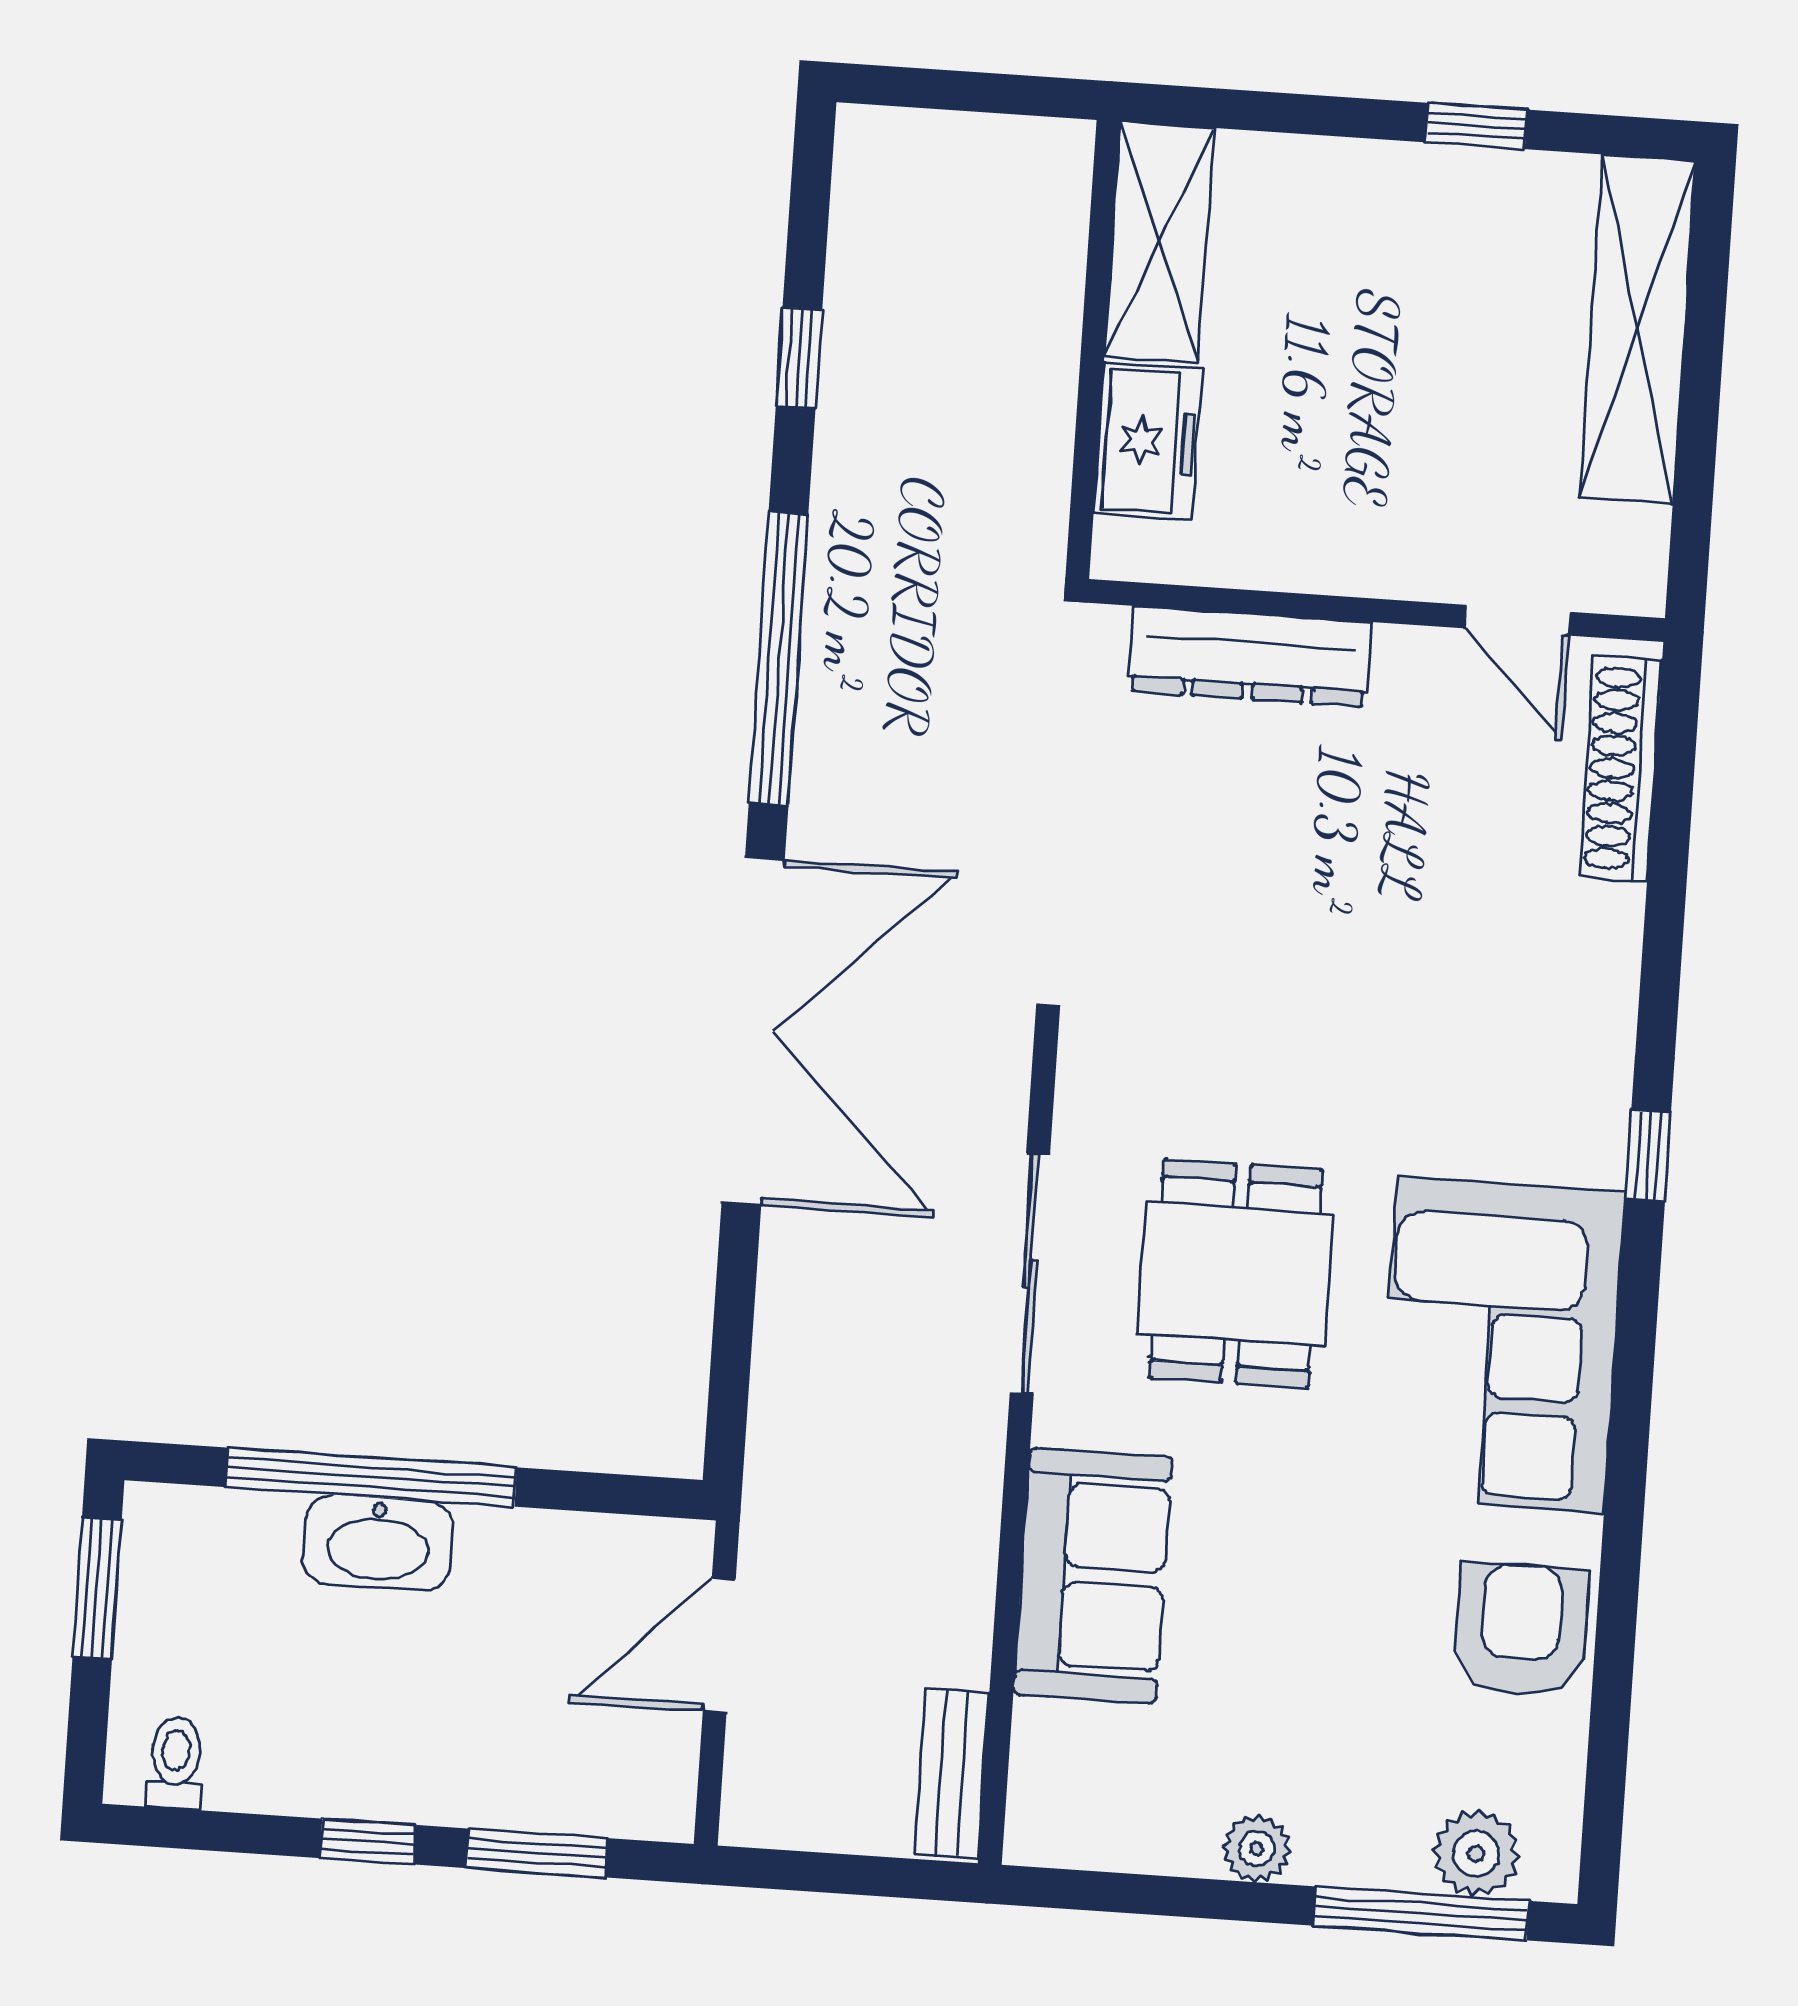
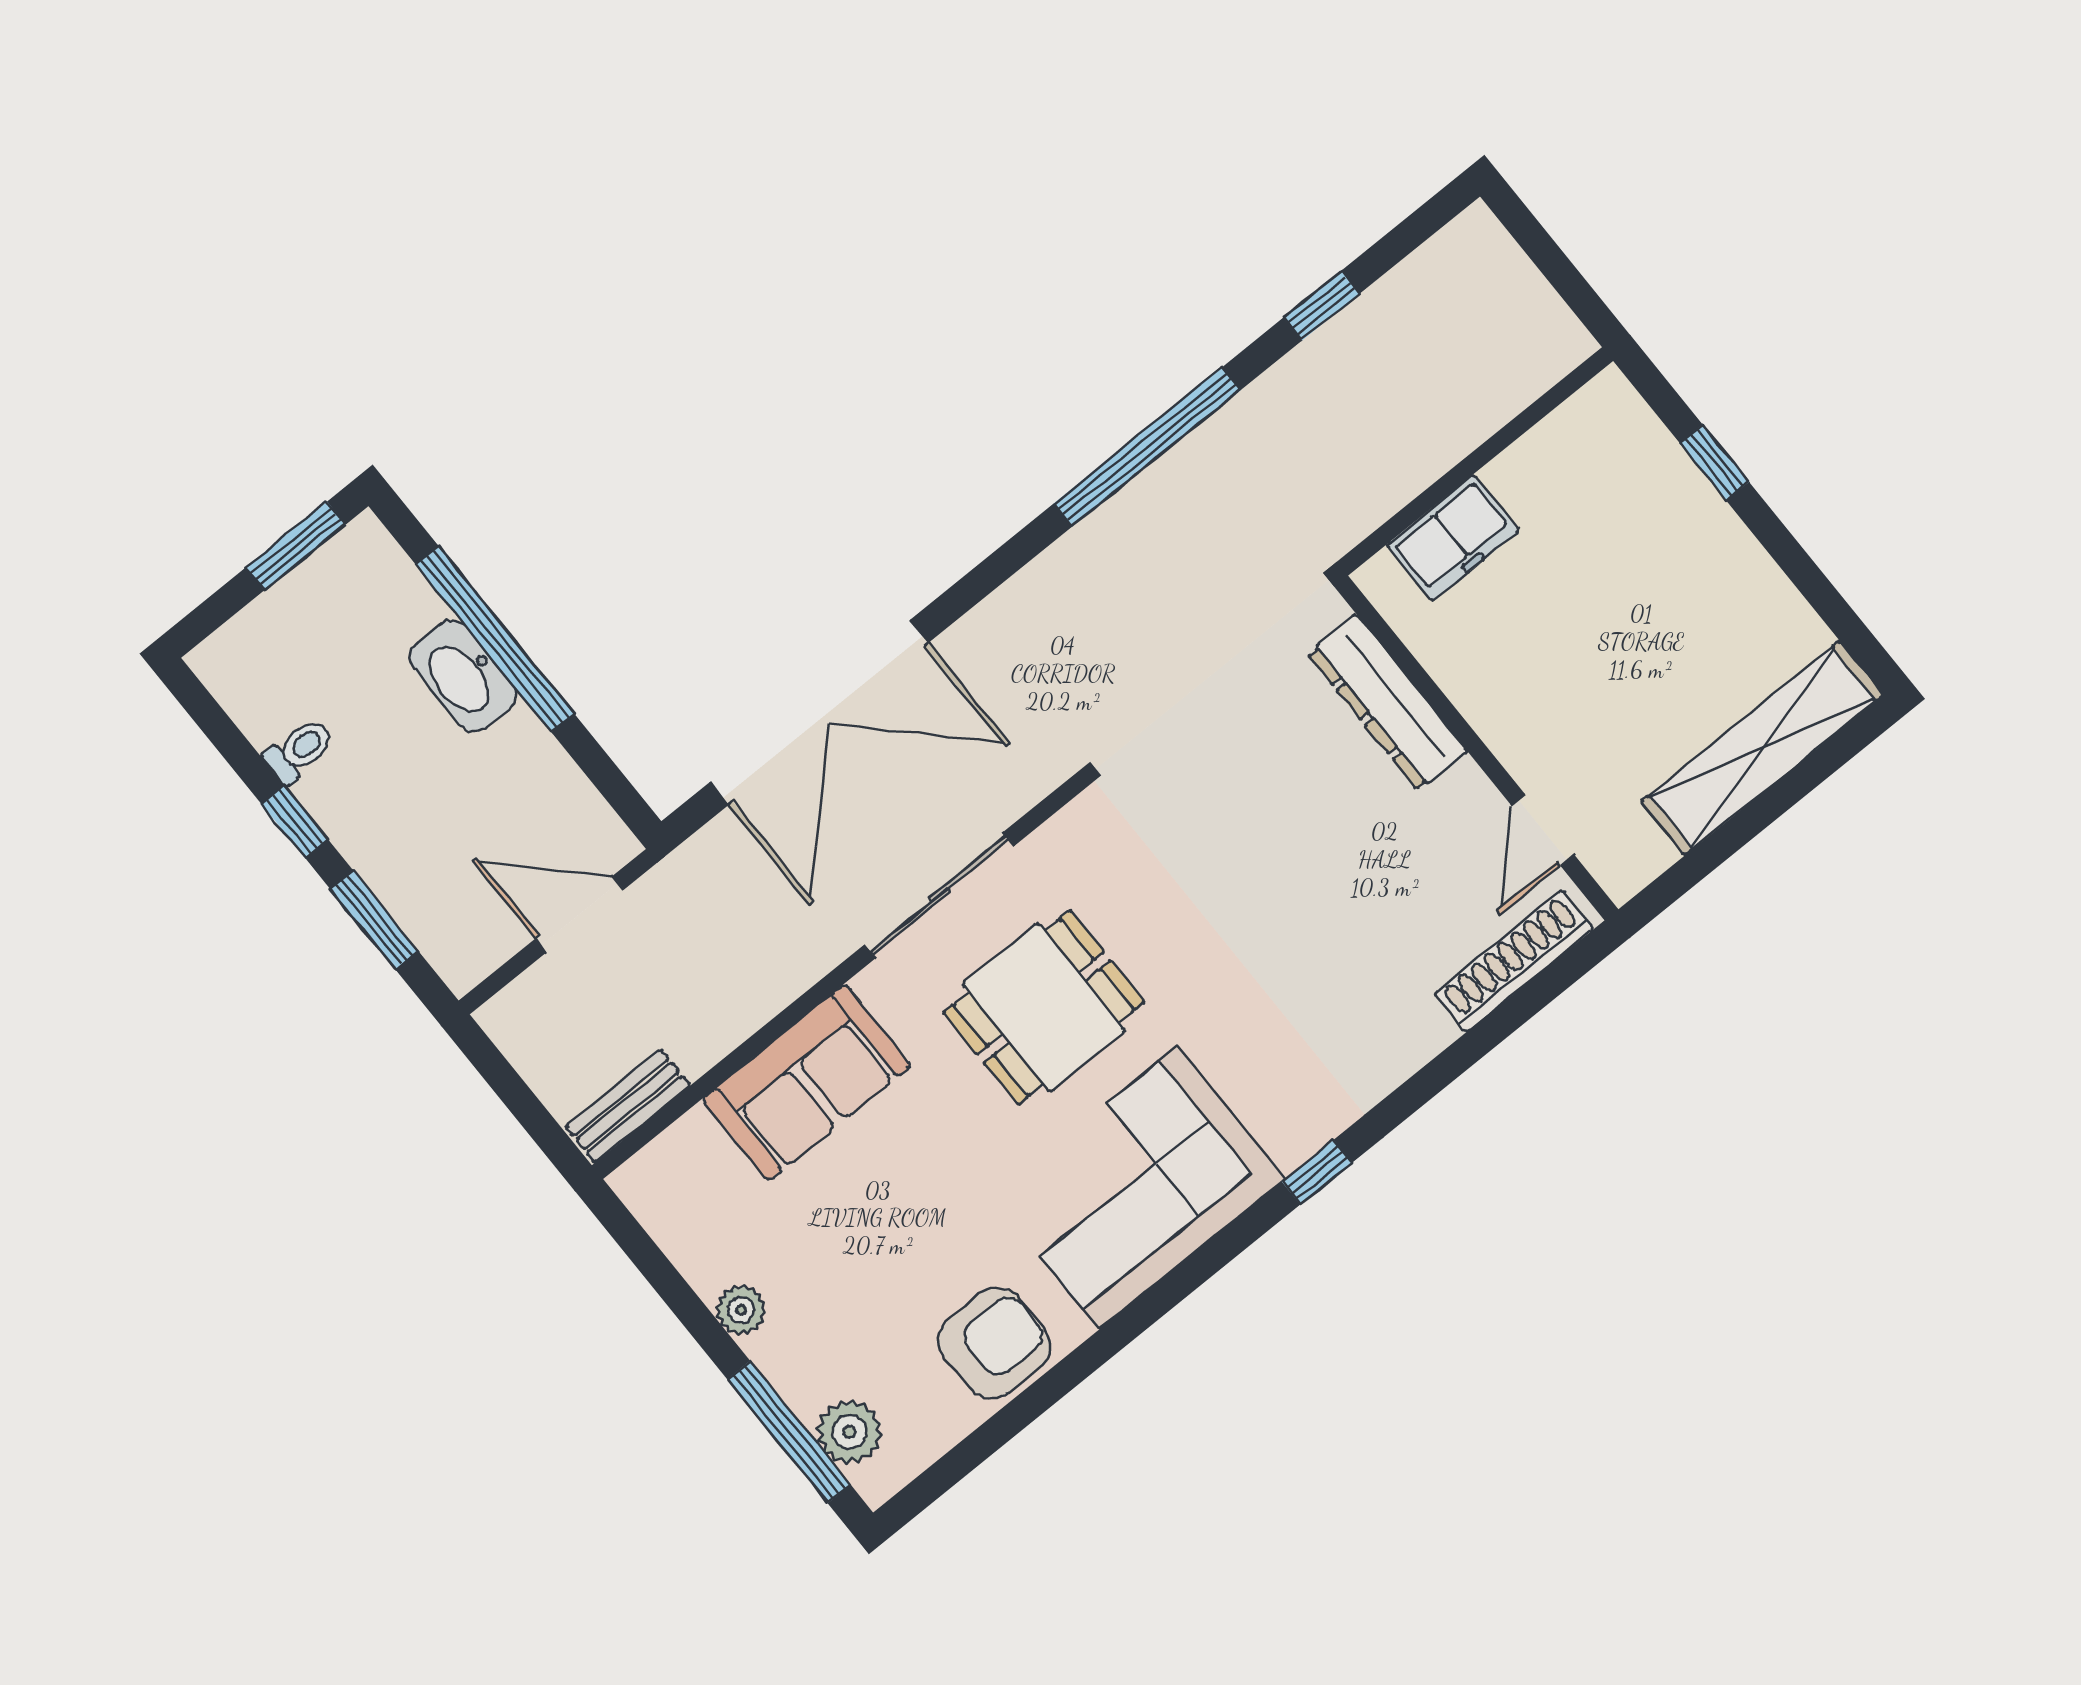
window: (1477, 126) -> (1714, 462), moved
shelving: (1159, 242) -> (1567, 443), removed
double door: (753, 1031) -> (819, 712), moved
toilet: (175, 1763) -> (299, 750), moved

